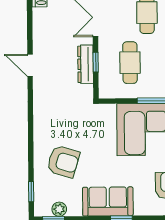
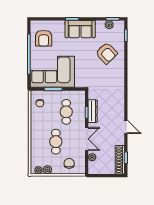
door: (30, 65) -> (126, 127), moved
armchair: (63, 162) -> (107, 53), turned -151

